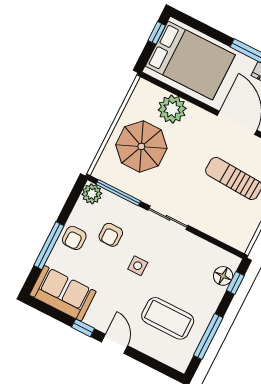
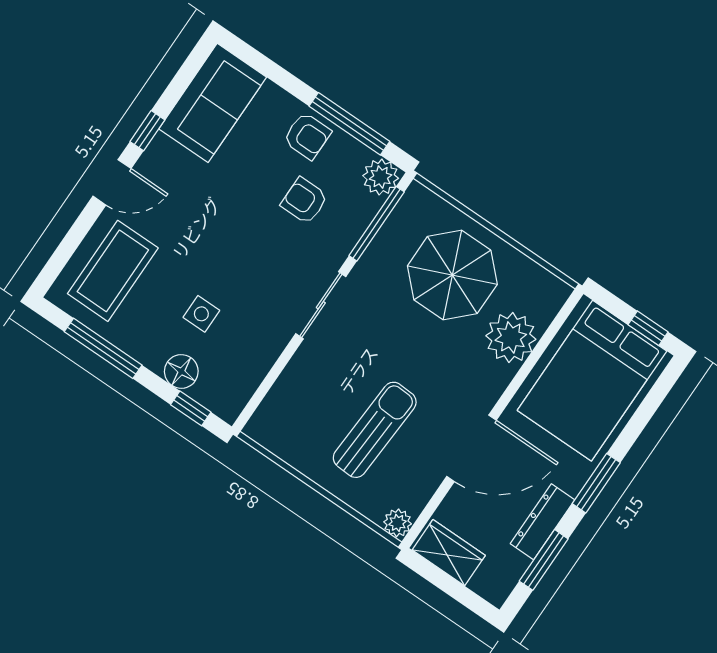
armchair: (74, 238) -> (307, 136), turned 180
window: (49, 246) -> (349, 124), moved
side table: (138, 266) -> (201, 314), moved
floor lamp: (223, 276) -> (181, 371), moved
coffee table: (168, 318) -> (113, 271), moved

